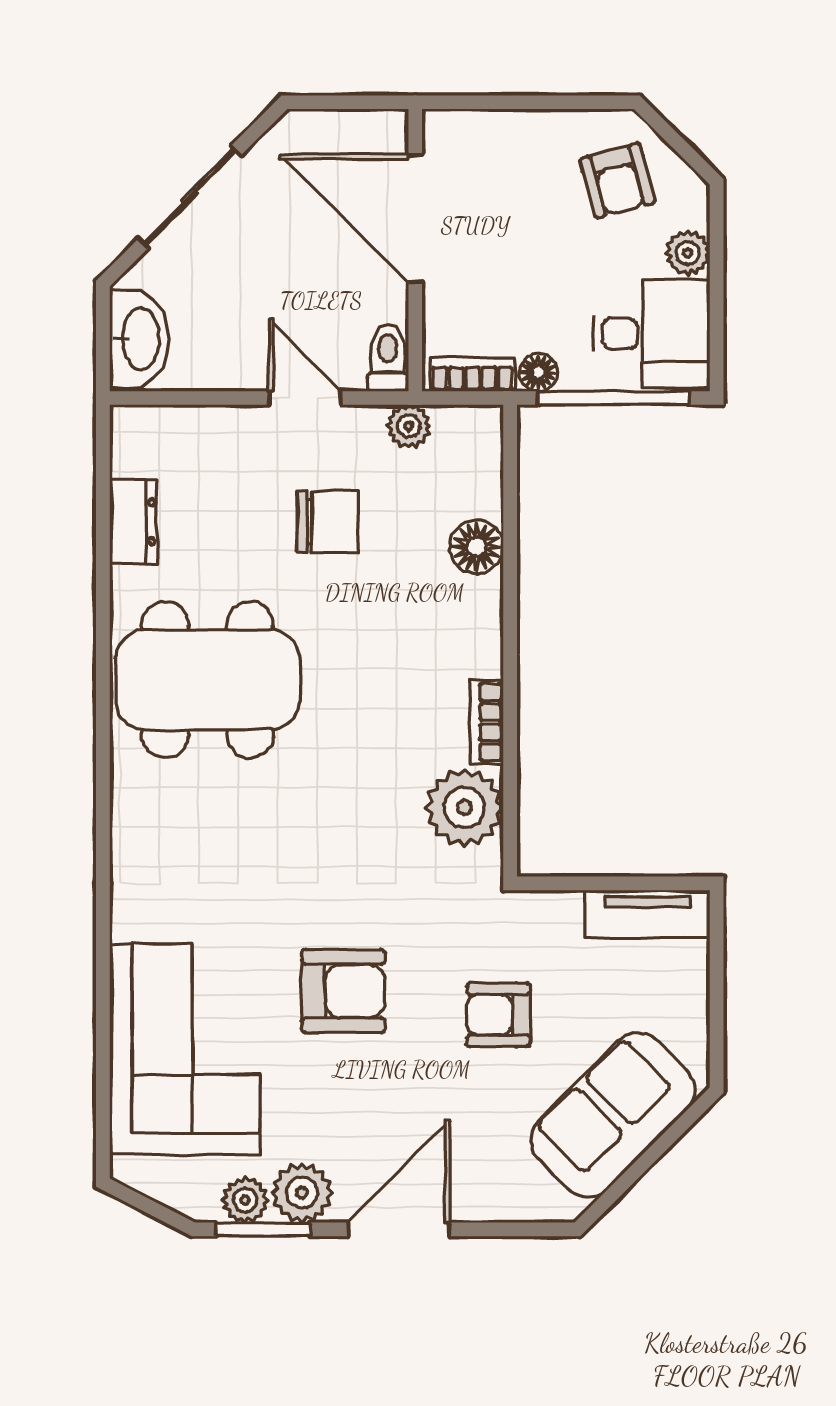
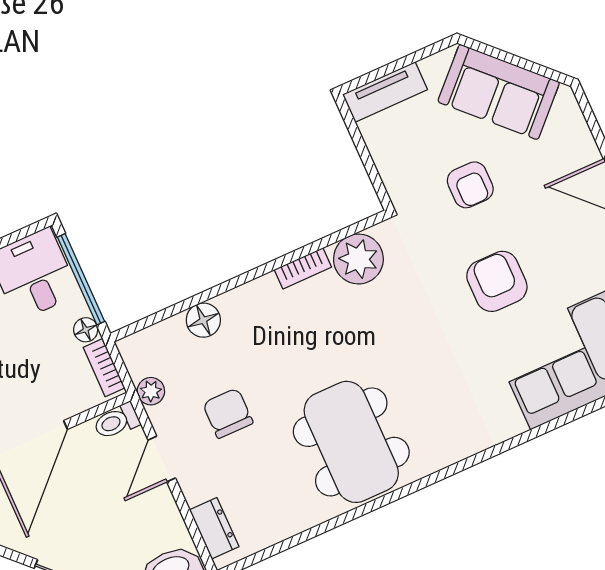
dresser: (133, 522) -> (214, 528), moved, turned 90
tv unit: (647, 914) -> (385, 92), moved, turned 90

